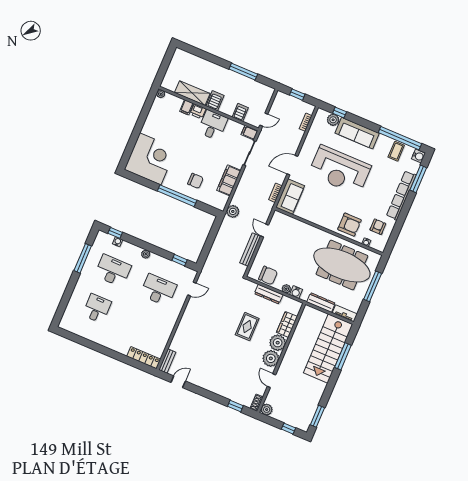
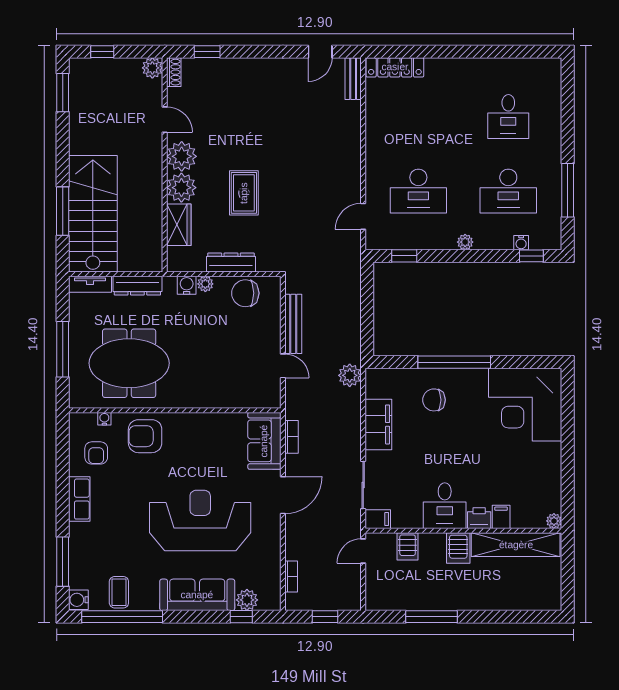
shelving: (192, 93) -> (516, 545), width x1.47
row of seats: (401, 195) -> (79, 499), width x0.50
meeting table: (342, 265) -> (129, 363), width x0.73

